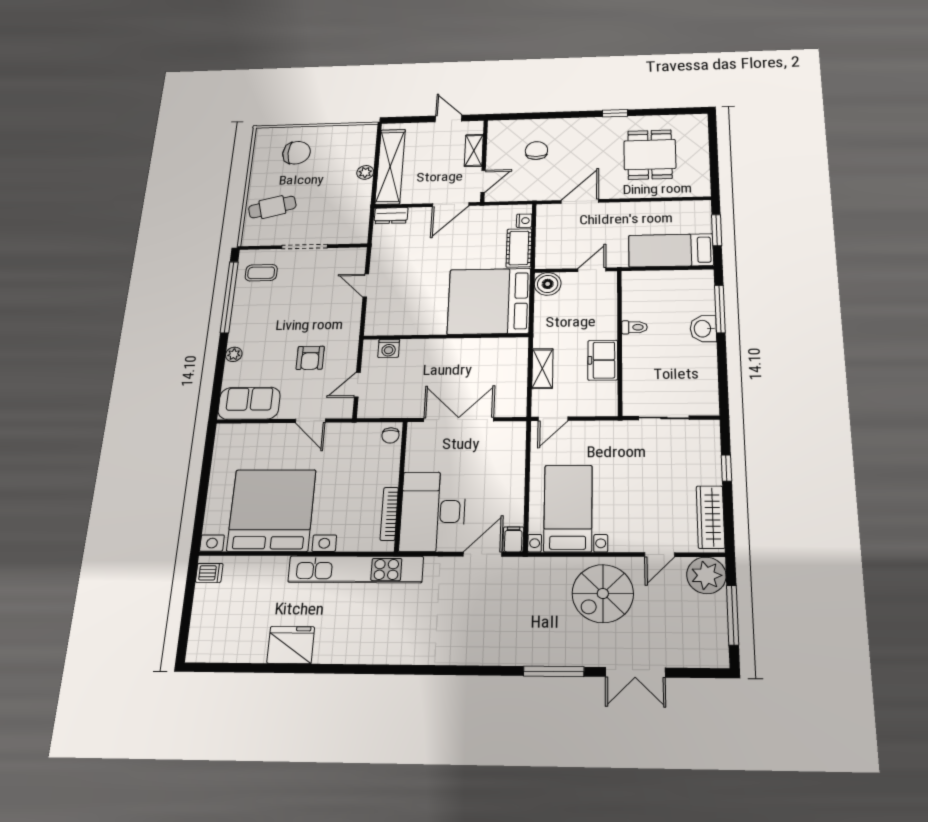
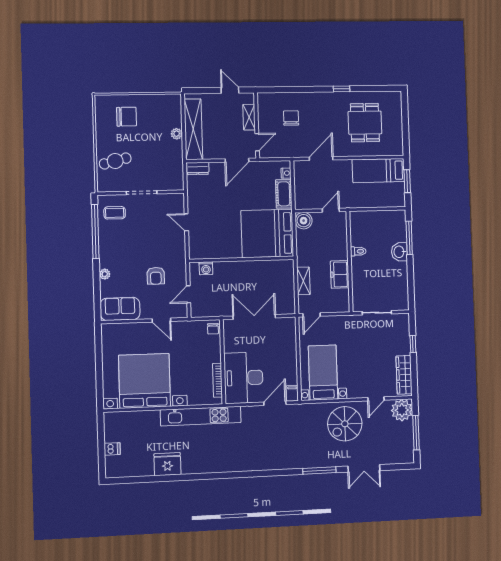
bed: (671, 250) -> (378, 171), moved
dishwasher: (209, 573) -> (112, 449), moved

